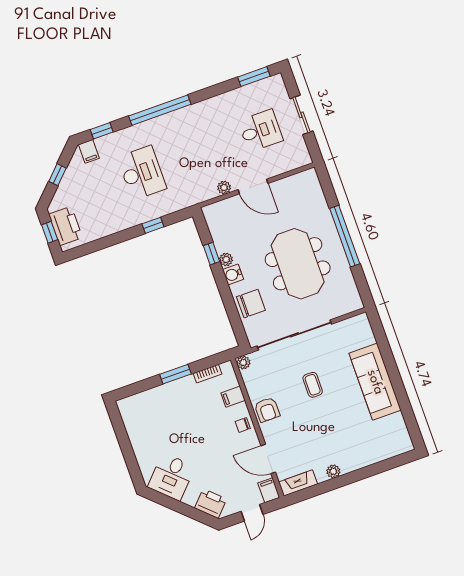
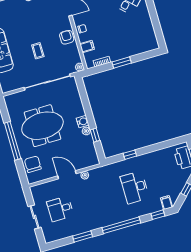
window: (254, 77) -> (83, 236), moved
meeting table: (298, 264) -> (42, 126), turned 90
chair: (251, 304) -> (33, 164), moved, turned 90

